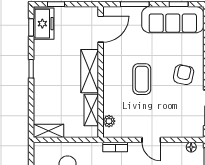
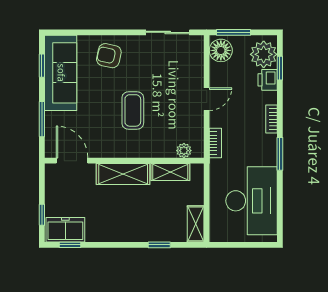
window: (31, 69) -> (159, 245), moved
armchair: (184, 75) -> (109, 56), moved
coffee table: (142, 79) -> (133, 110), turned 90
floor lamp: (191, 147) -> (221, 50), width x1.89, depth x1.89

